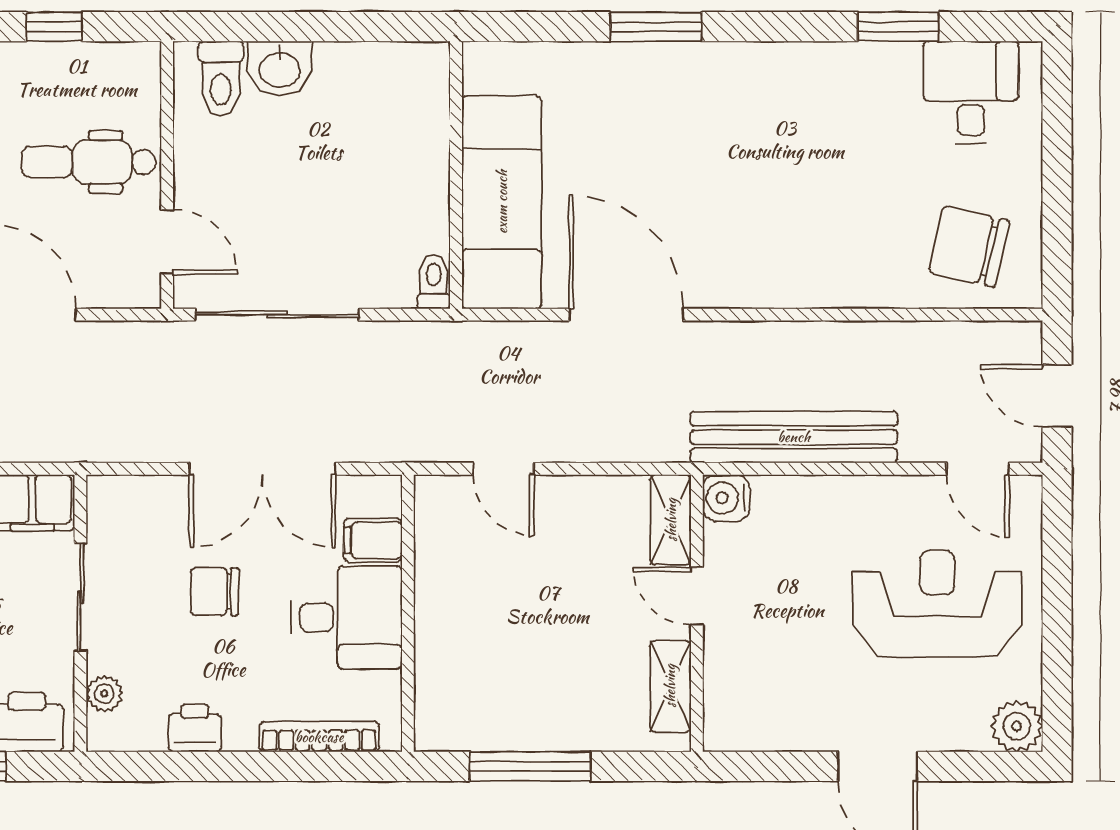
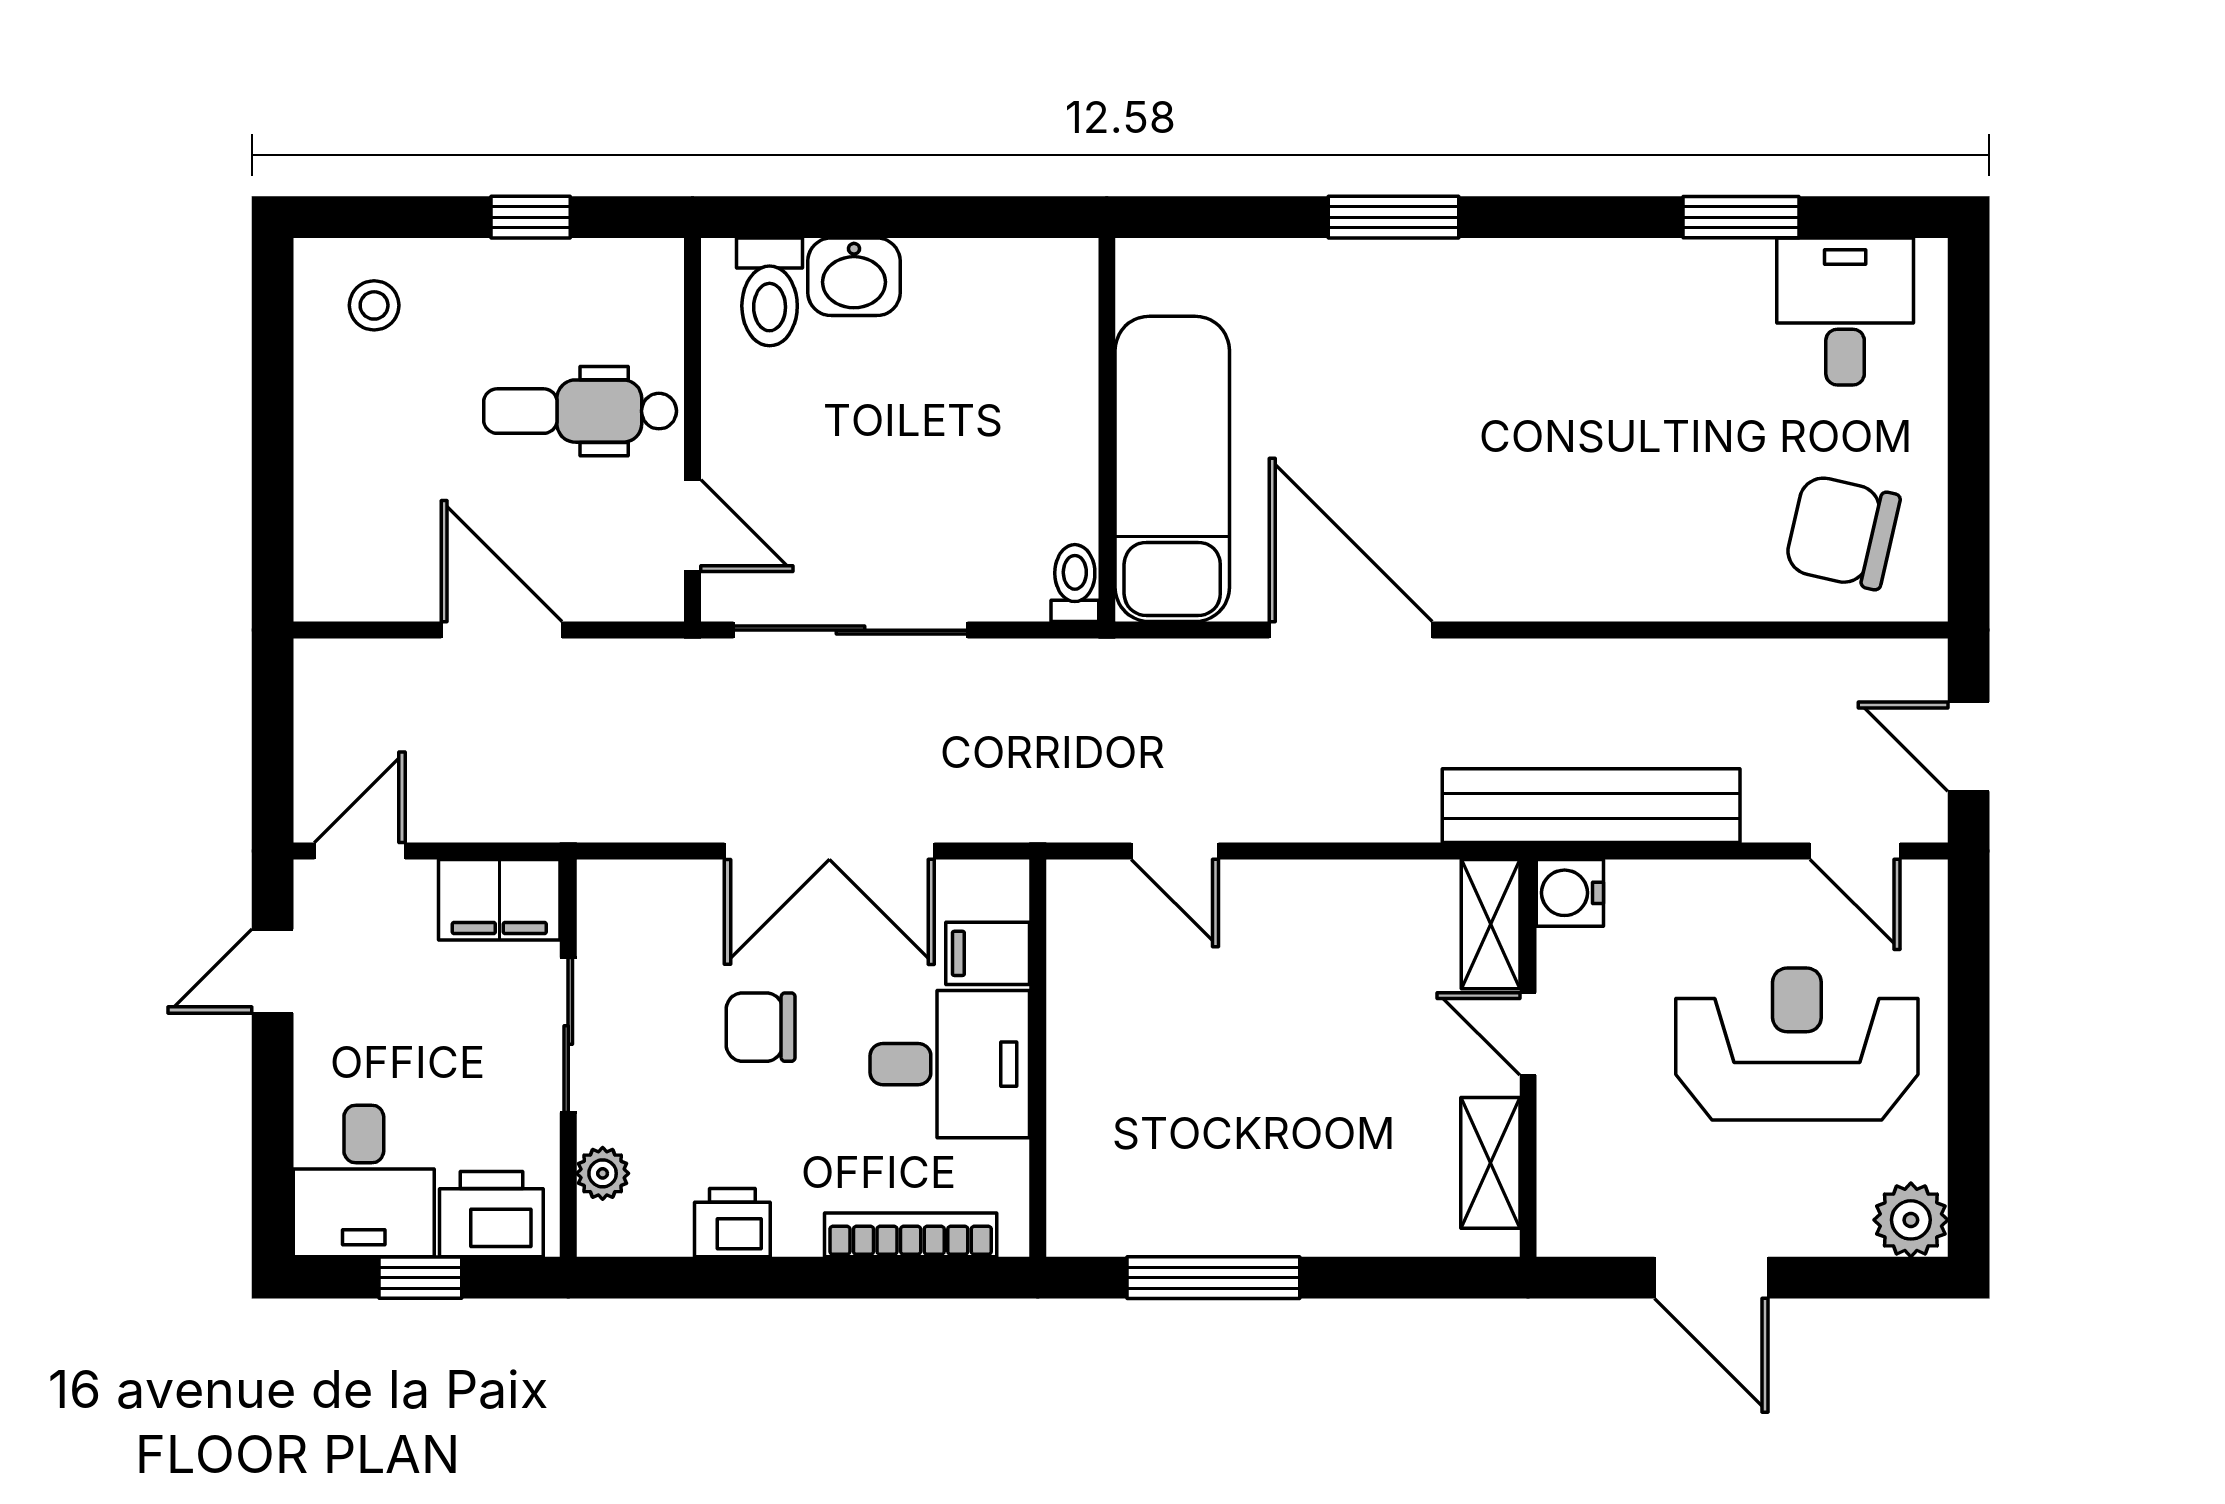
water cooler: (726, 498) -> (1570, 893), moved
shelving: (671, 520) -> (1491, 924), moved
door: (697, 596) -> (1528, 1034), moved
wall: (697, 613) -> (1528, 1058), moved
shelving: (670, 686) -> (1490, 1163), moved

